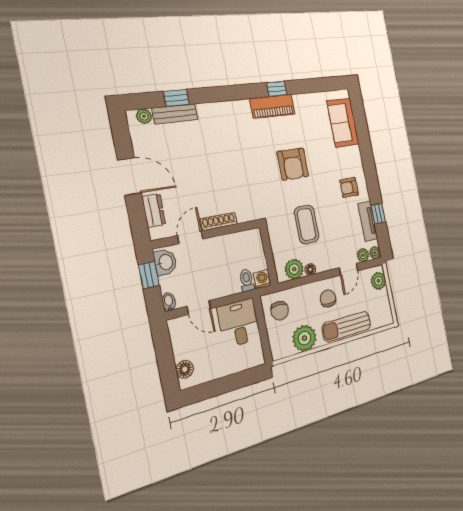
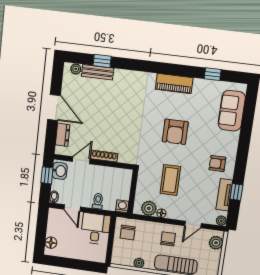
window: (277, 89) -> (213, 74), moved
plant: (363, 255) -> (210, 219), removed
toilet: (247, 280) -> (98, 201), moved
plant: (304, 338) -> (139, 263), width x0.53, depth x0.53

